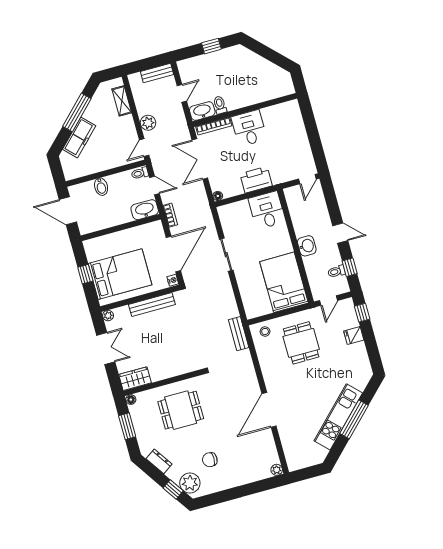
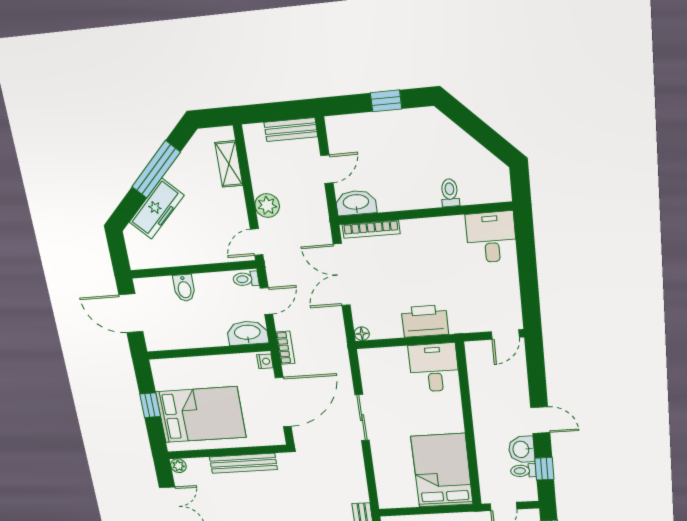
toilet: (220, 105) -> (450, 193), moved
desk: (249, 128) -> (491, 237), moved
door: (155, 186) -> (266, 301), hinge flipped
washbasin: (307, 246) -> (522, 449), moved, turned 180
nightstand: (173, 280) -> (265, 361), moved

